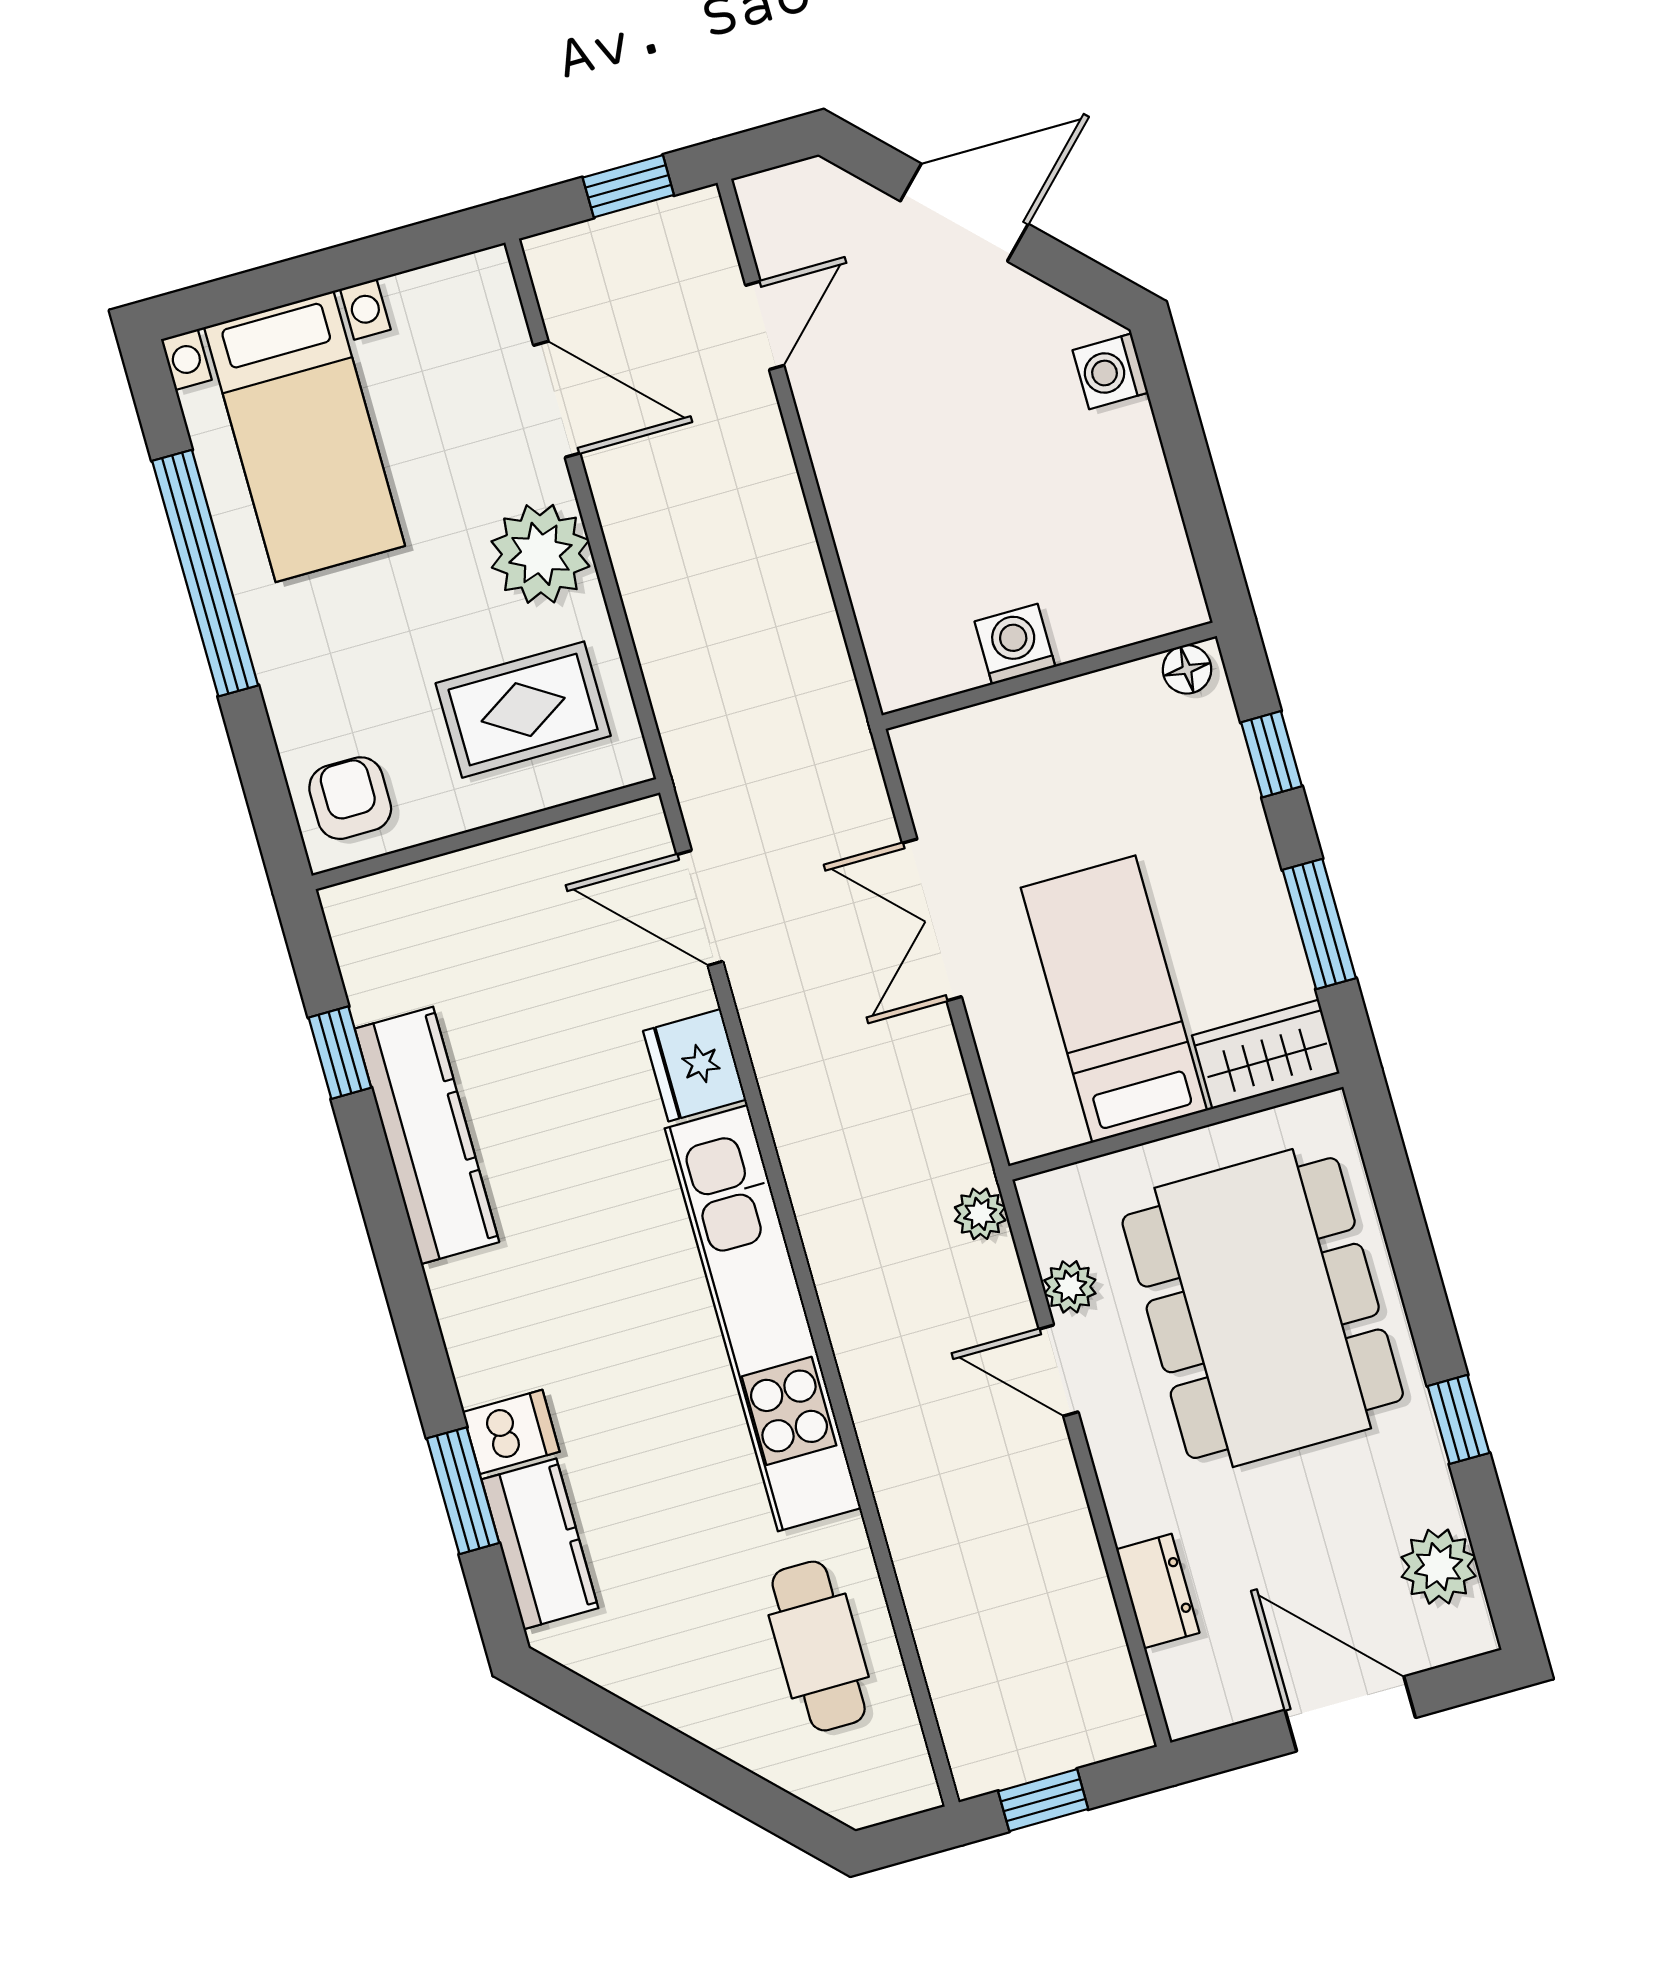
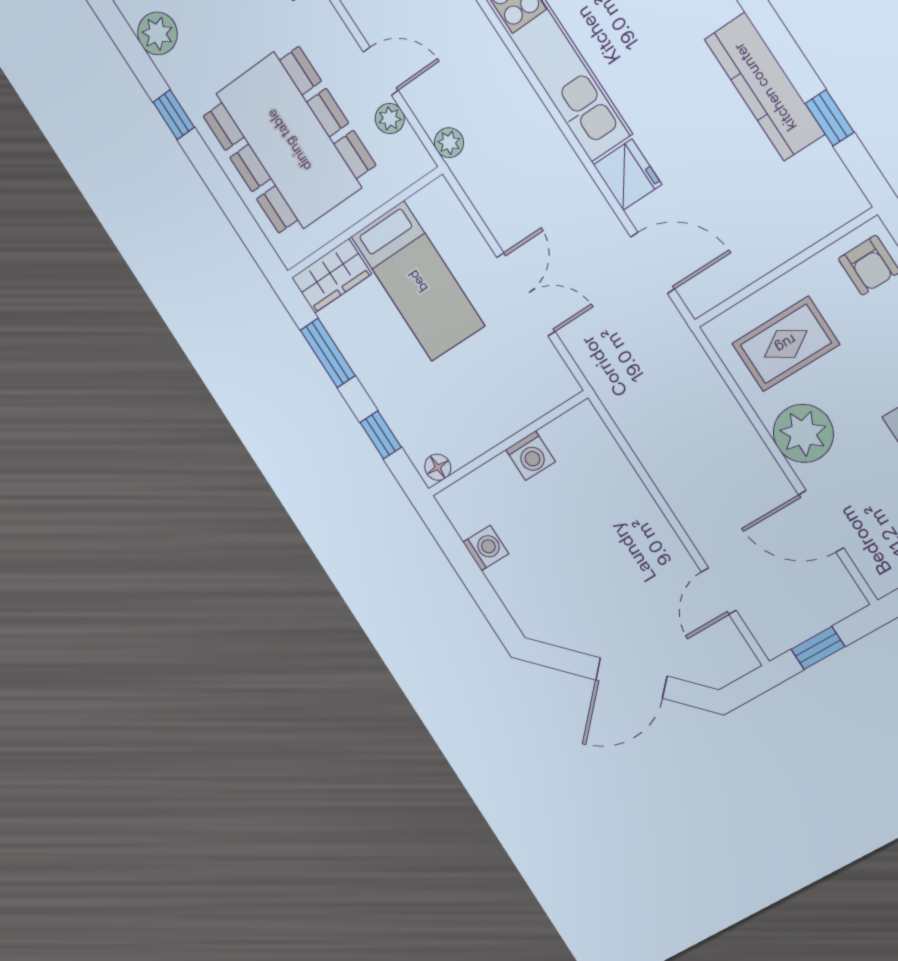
washing machine: (1110, 371) -> (486, 548), moved

